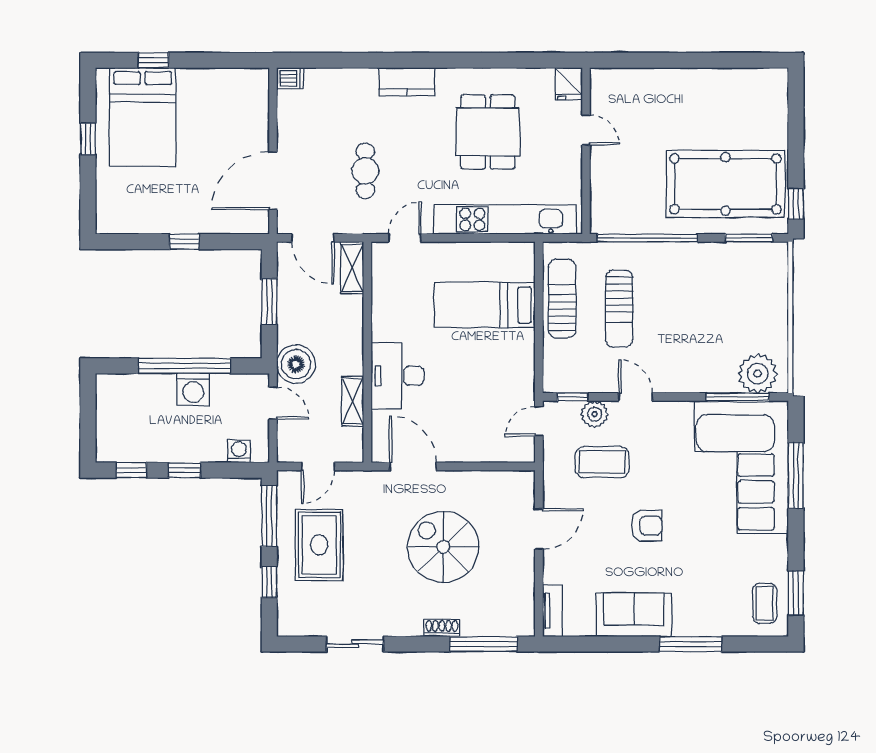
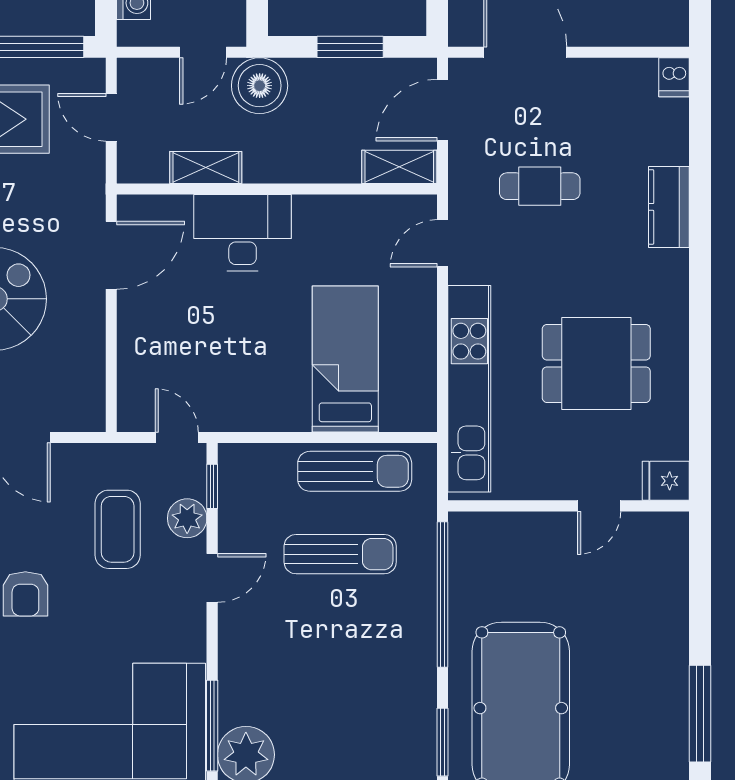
window: (729, 60) -> (700, 714), added
kitchen counter: (407, 82) -> (669, 207), moved
door: (405, 238) -> (443, 243), swing flipped
sun lounger: (619, 309) -> (340, 554), turned 180

